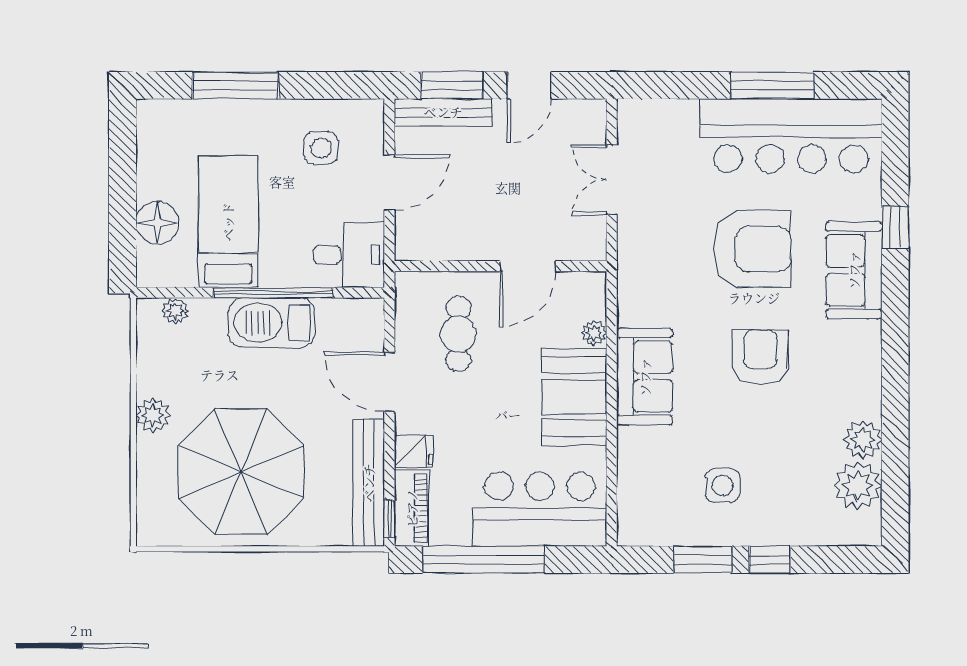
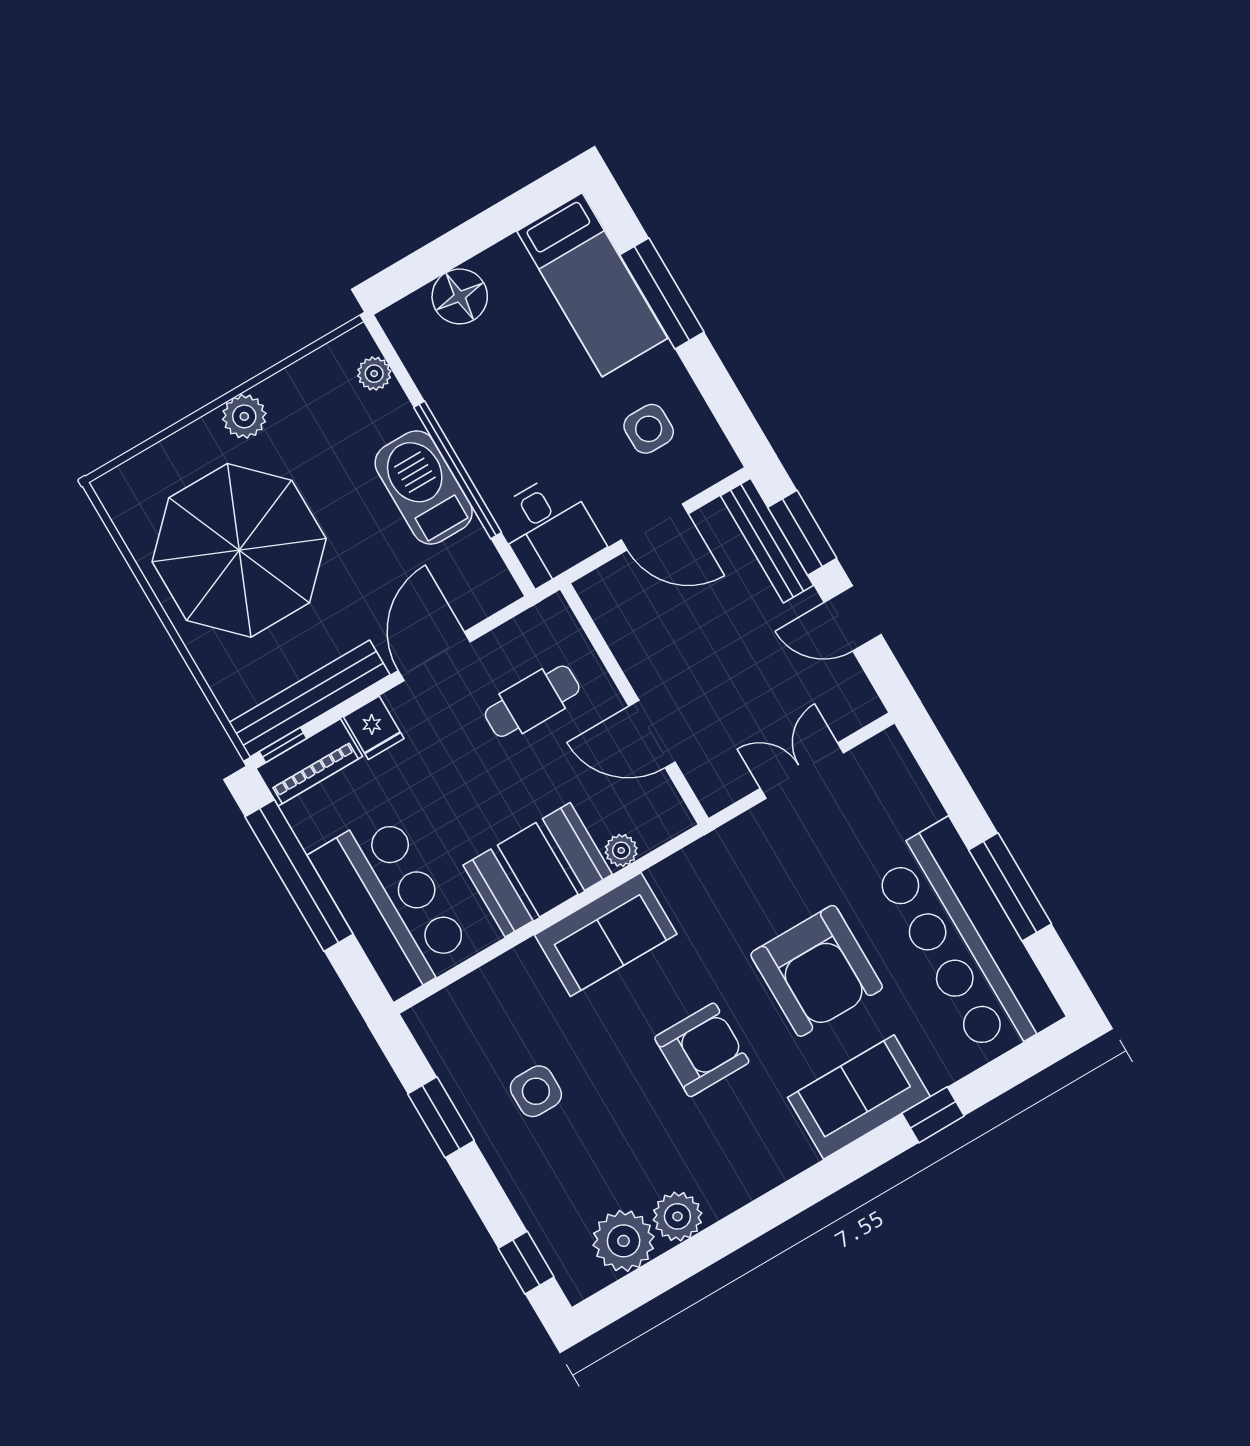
bed: (228, 222) -> (592, 285), moved, turned 90
window: (770, 560) -> (526, 1263), moved

